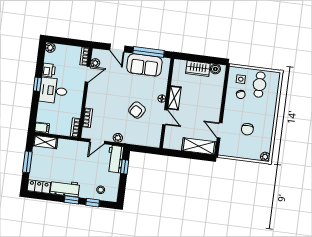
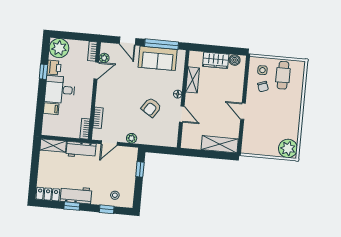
plant: (50, 48) -> (59, 48), width x1.88, depth x1.88
window: (37, 84) -> (43, 72), moved
shelving: (174, 98) -> (193, 80), moved
filing cabinet: (42, 128) -> (51, 109), moved
chair: (247, 129) -> (272, 124), removed
door: (220, 130) -> (243, 111), moved
plant: (265, 157) -> (288, 148), width x1.88, depth x1.88
workbench: (115, 159) -> (81, 150), moved, turned -90
window: (27, 162) -> (35, 168), removed
window: (72, 200) -> (72, 206), moved

